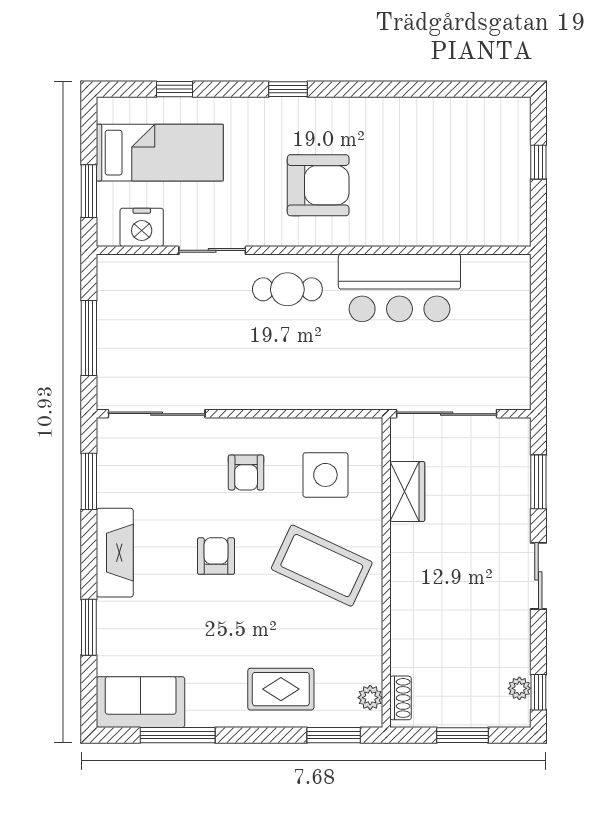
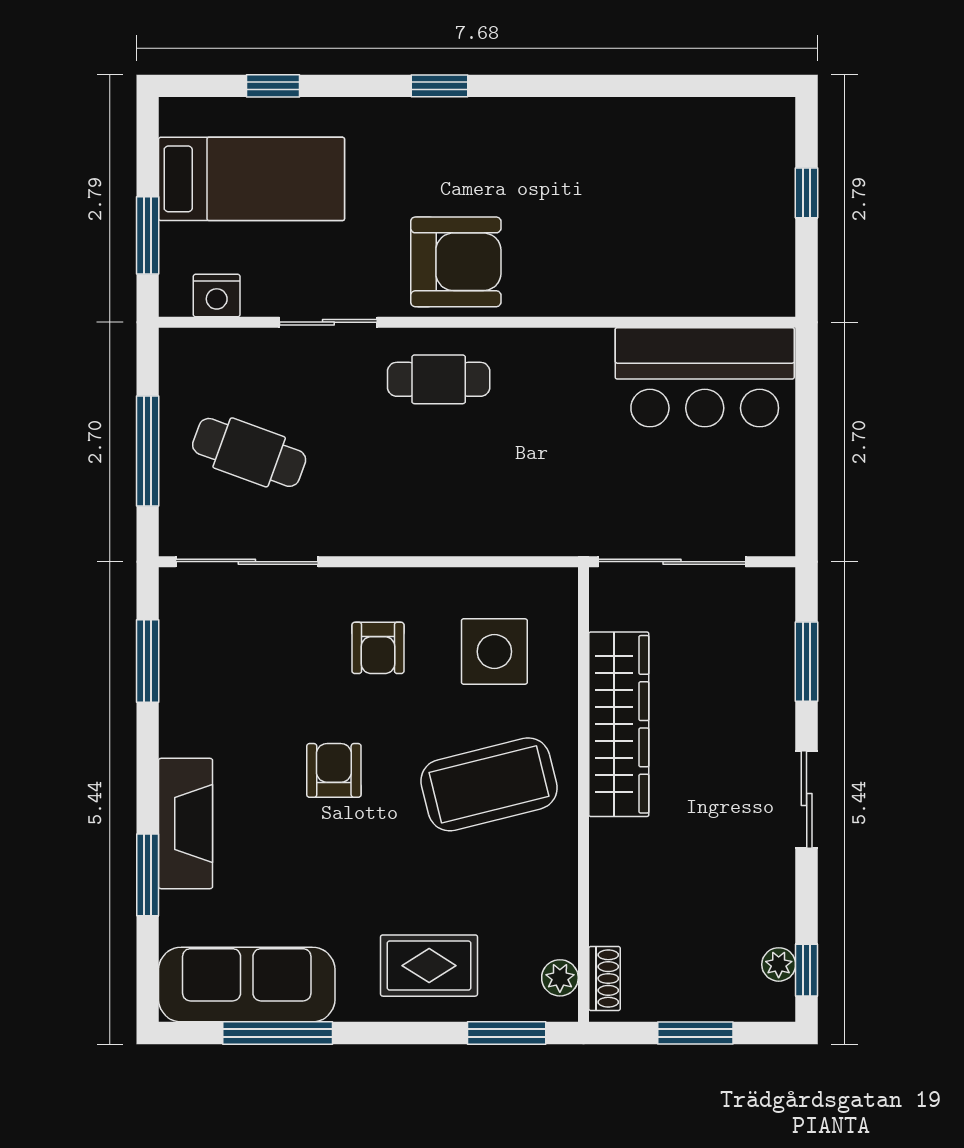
armchair: (318, 185) -> (456, 262), moved
nightstand: (142, 227) -> (217, 296), width x0.74, depth x0.75
bar counter: (399, 288) -> (705, 377), moved
cafe table: (158, 339) -> (249, 452), added
wardrobe: (407, 492) -> (619, 724), width x2.10, depth x1.17
fireplace: (115, 553) -> (186, 824), moved
coffee table: (322, 566) -> (489, 784), turned -39
sofa: (141, 702) -> (247, 985), width x1.36

